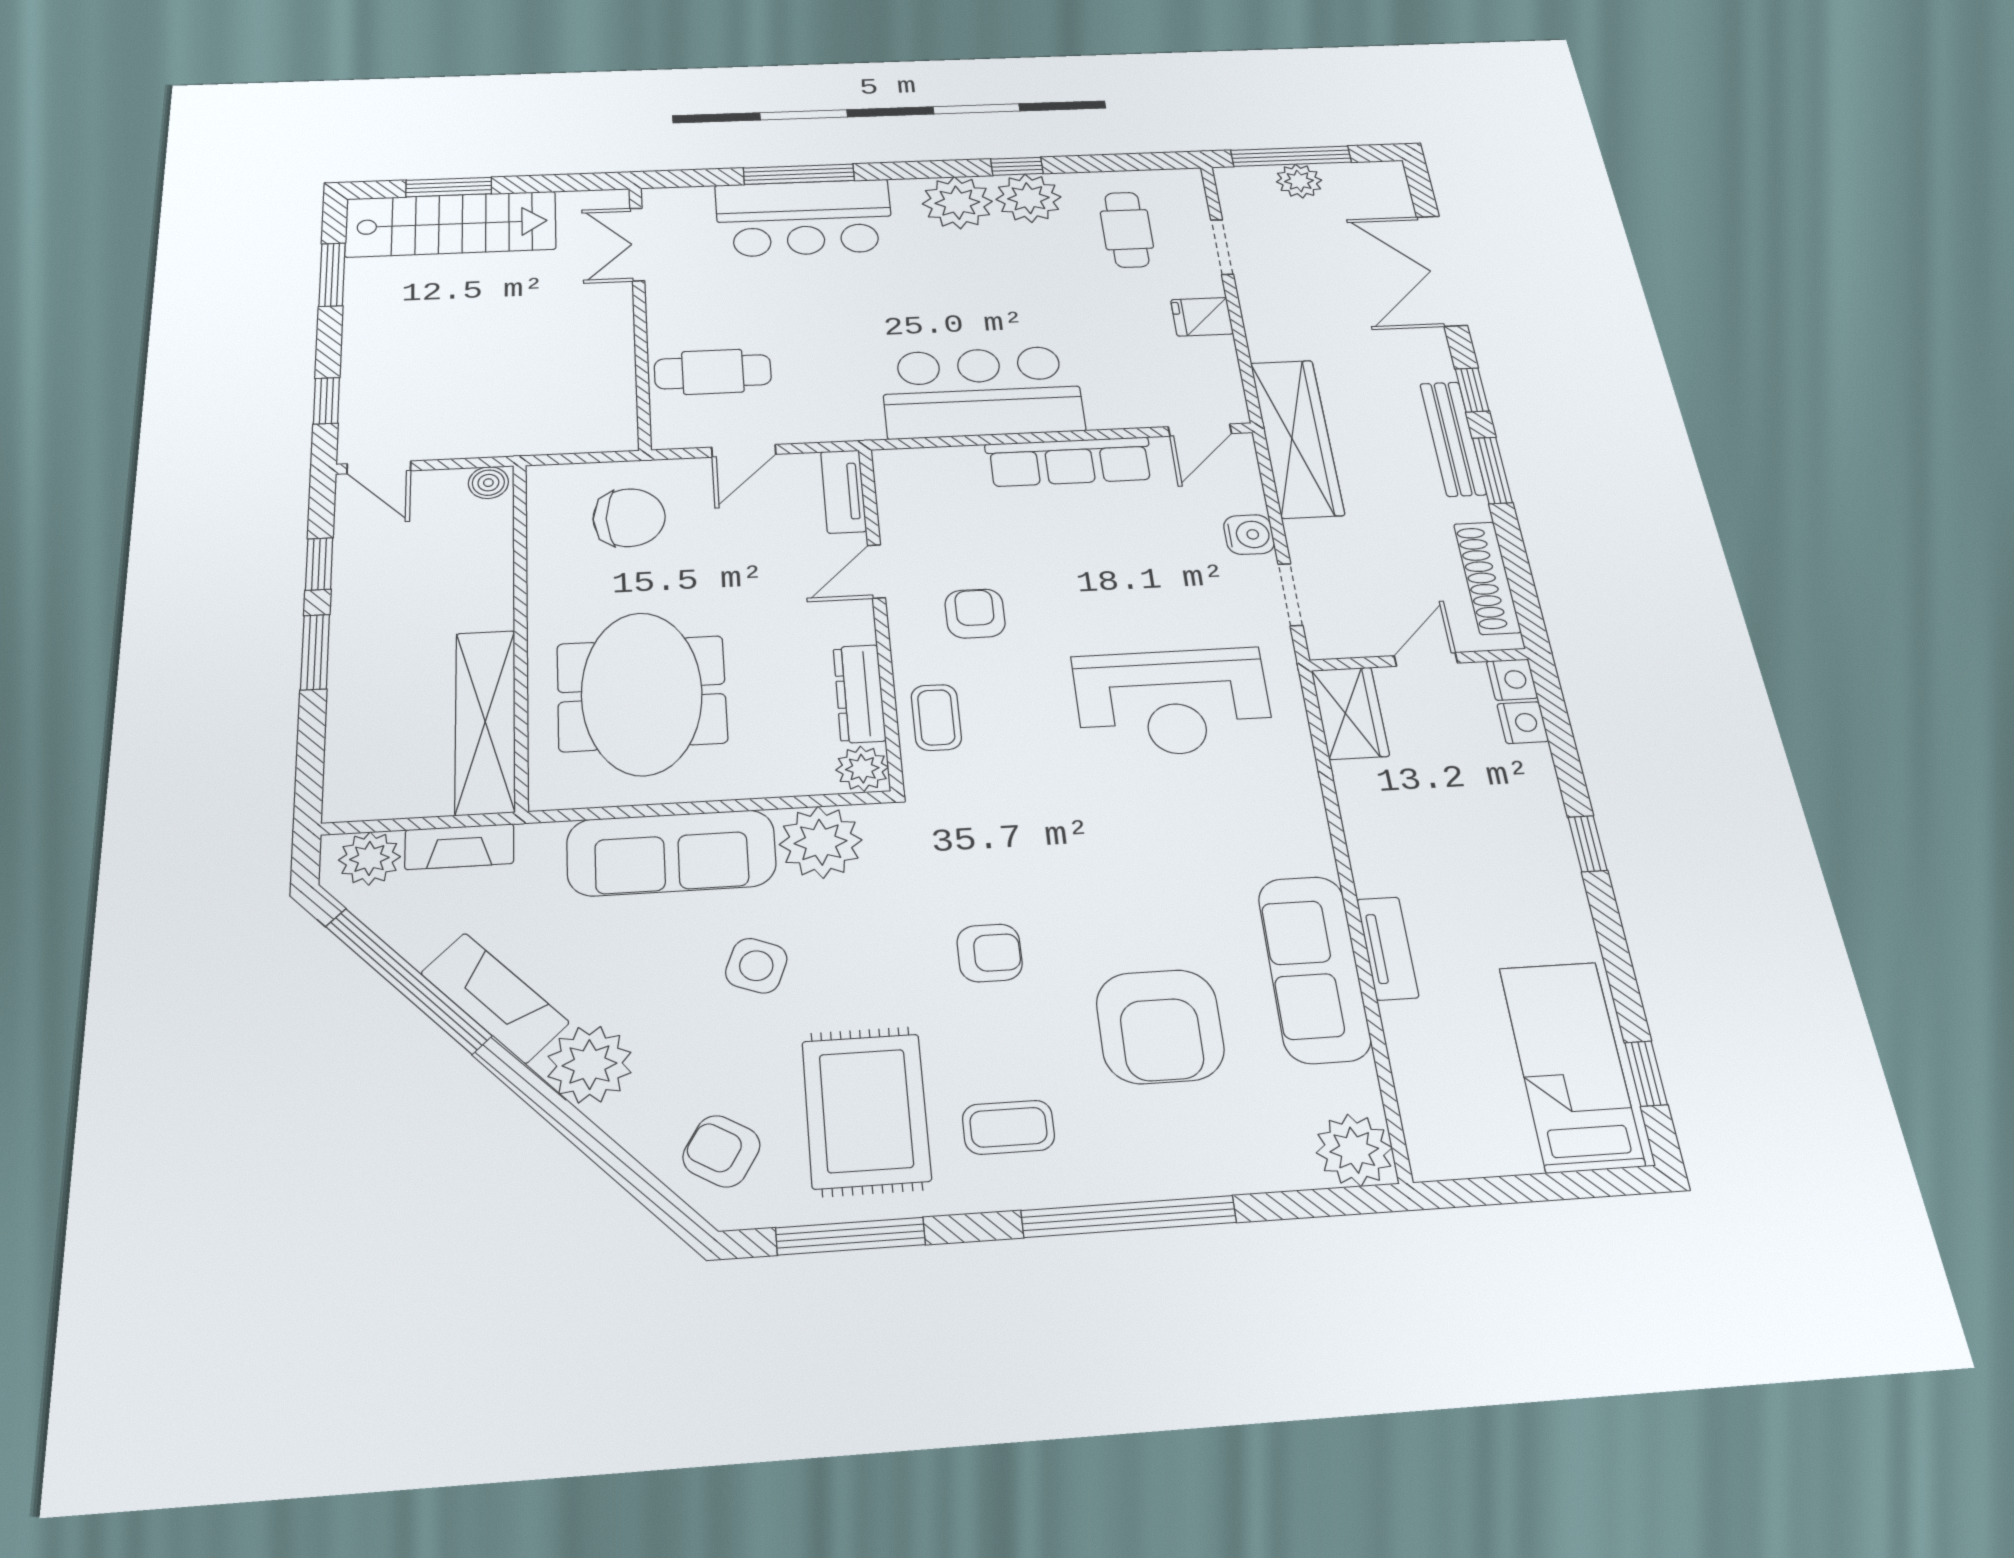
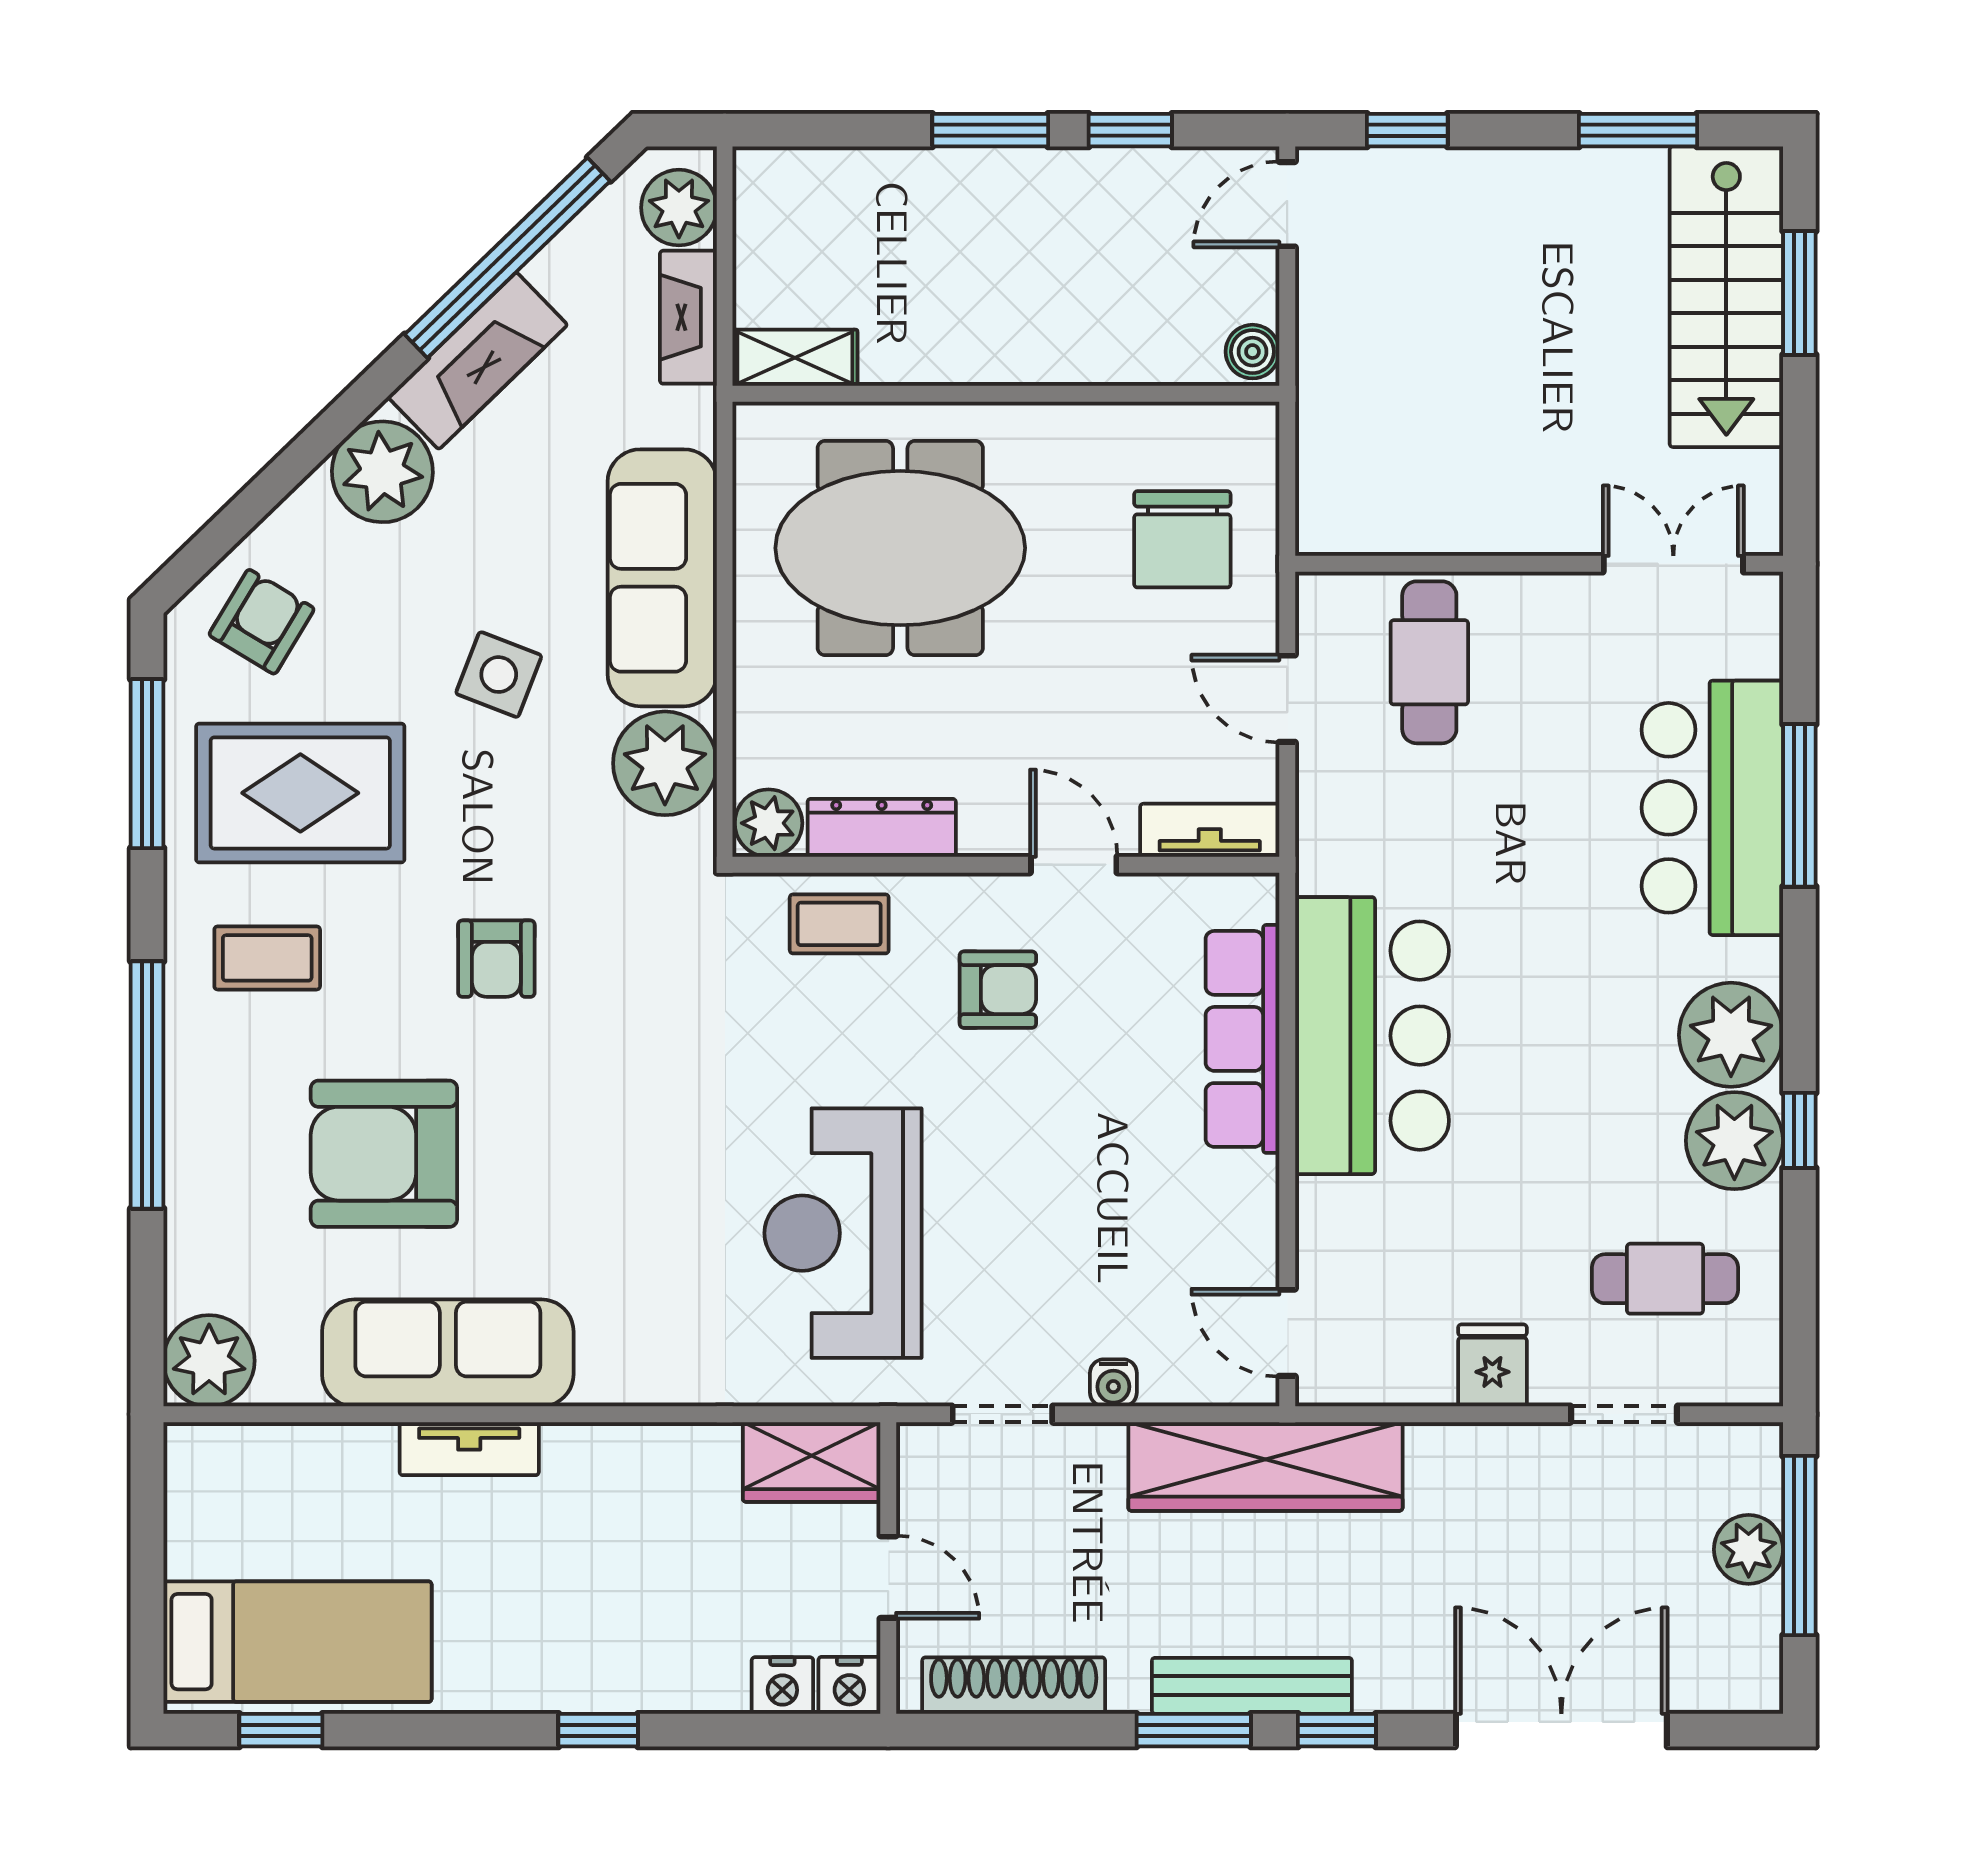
row of seats: (1069, 462) -> (1242, 1039), moved
water cooler: (1249, 535) -> (1113, 1383), width x0.72, depth x0.72
shelving: (485, 721) -> (795, 358), width x0.45, depth x0.75
coffee table: (1008, 1127) -> (267, 958), turned 90

